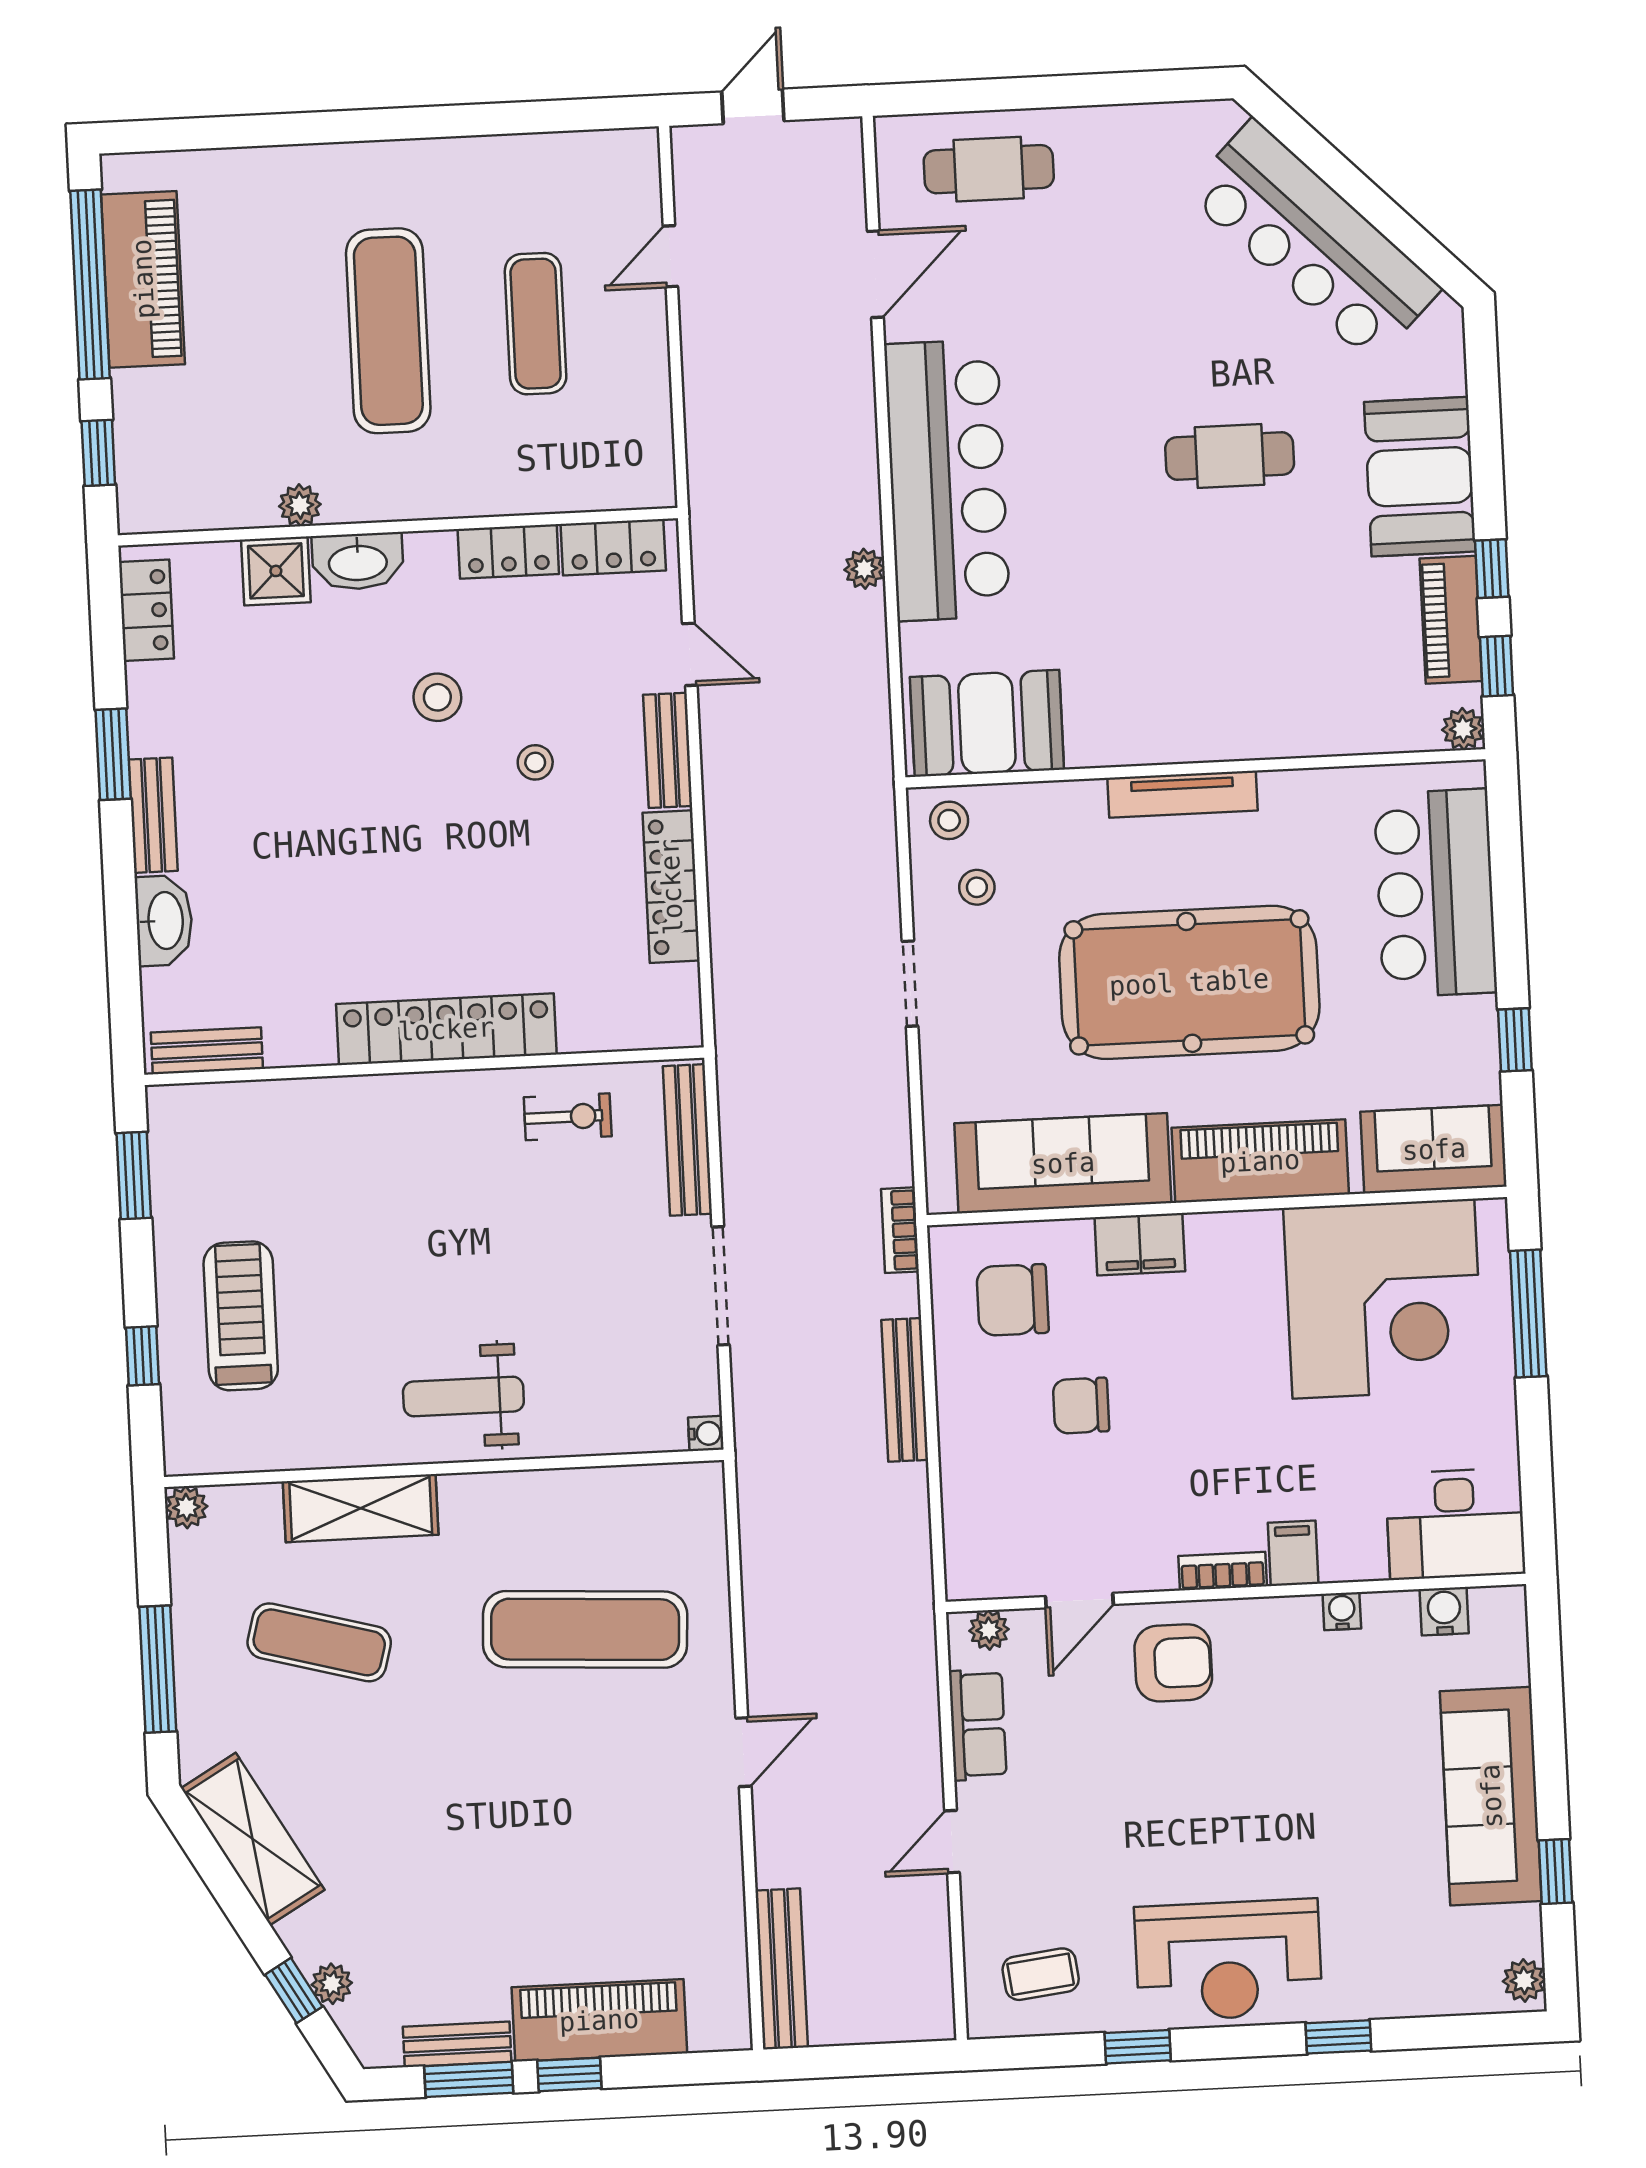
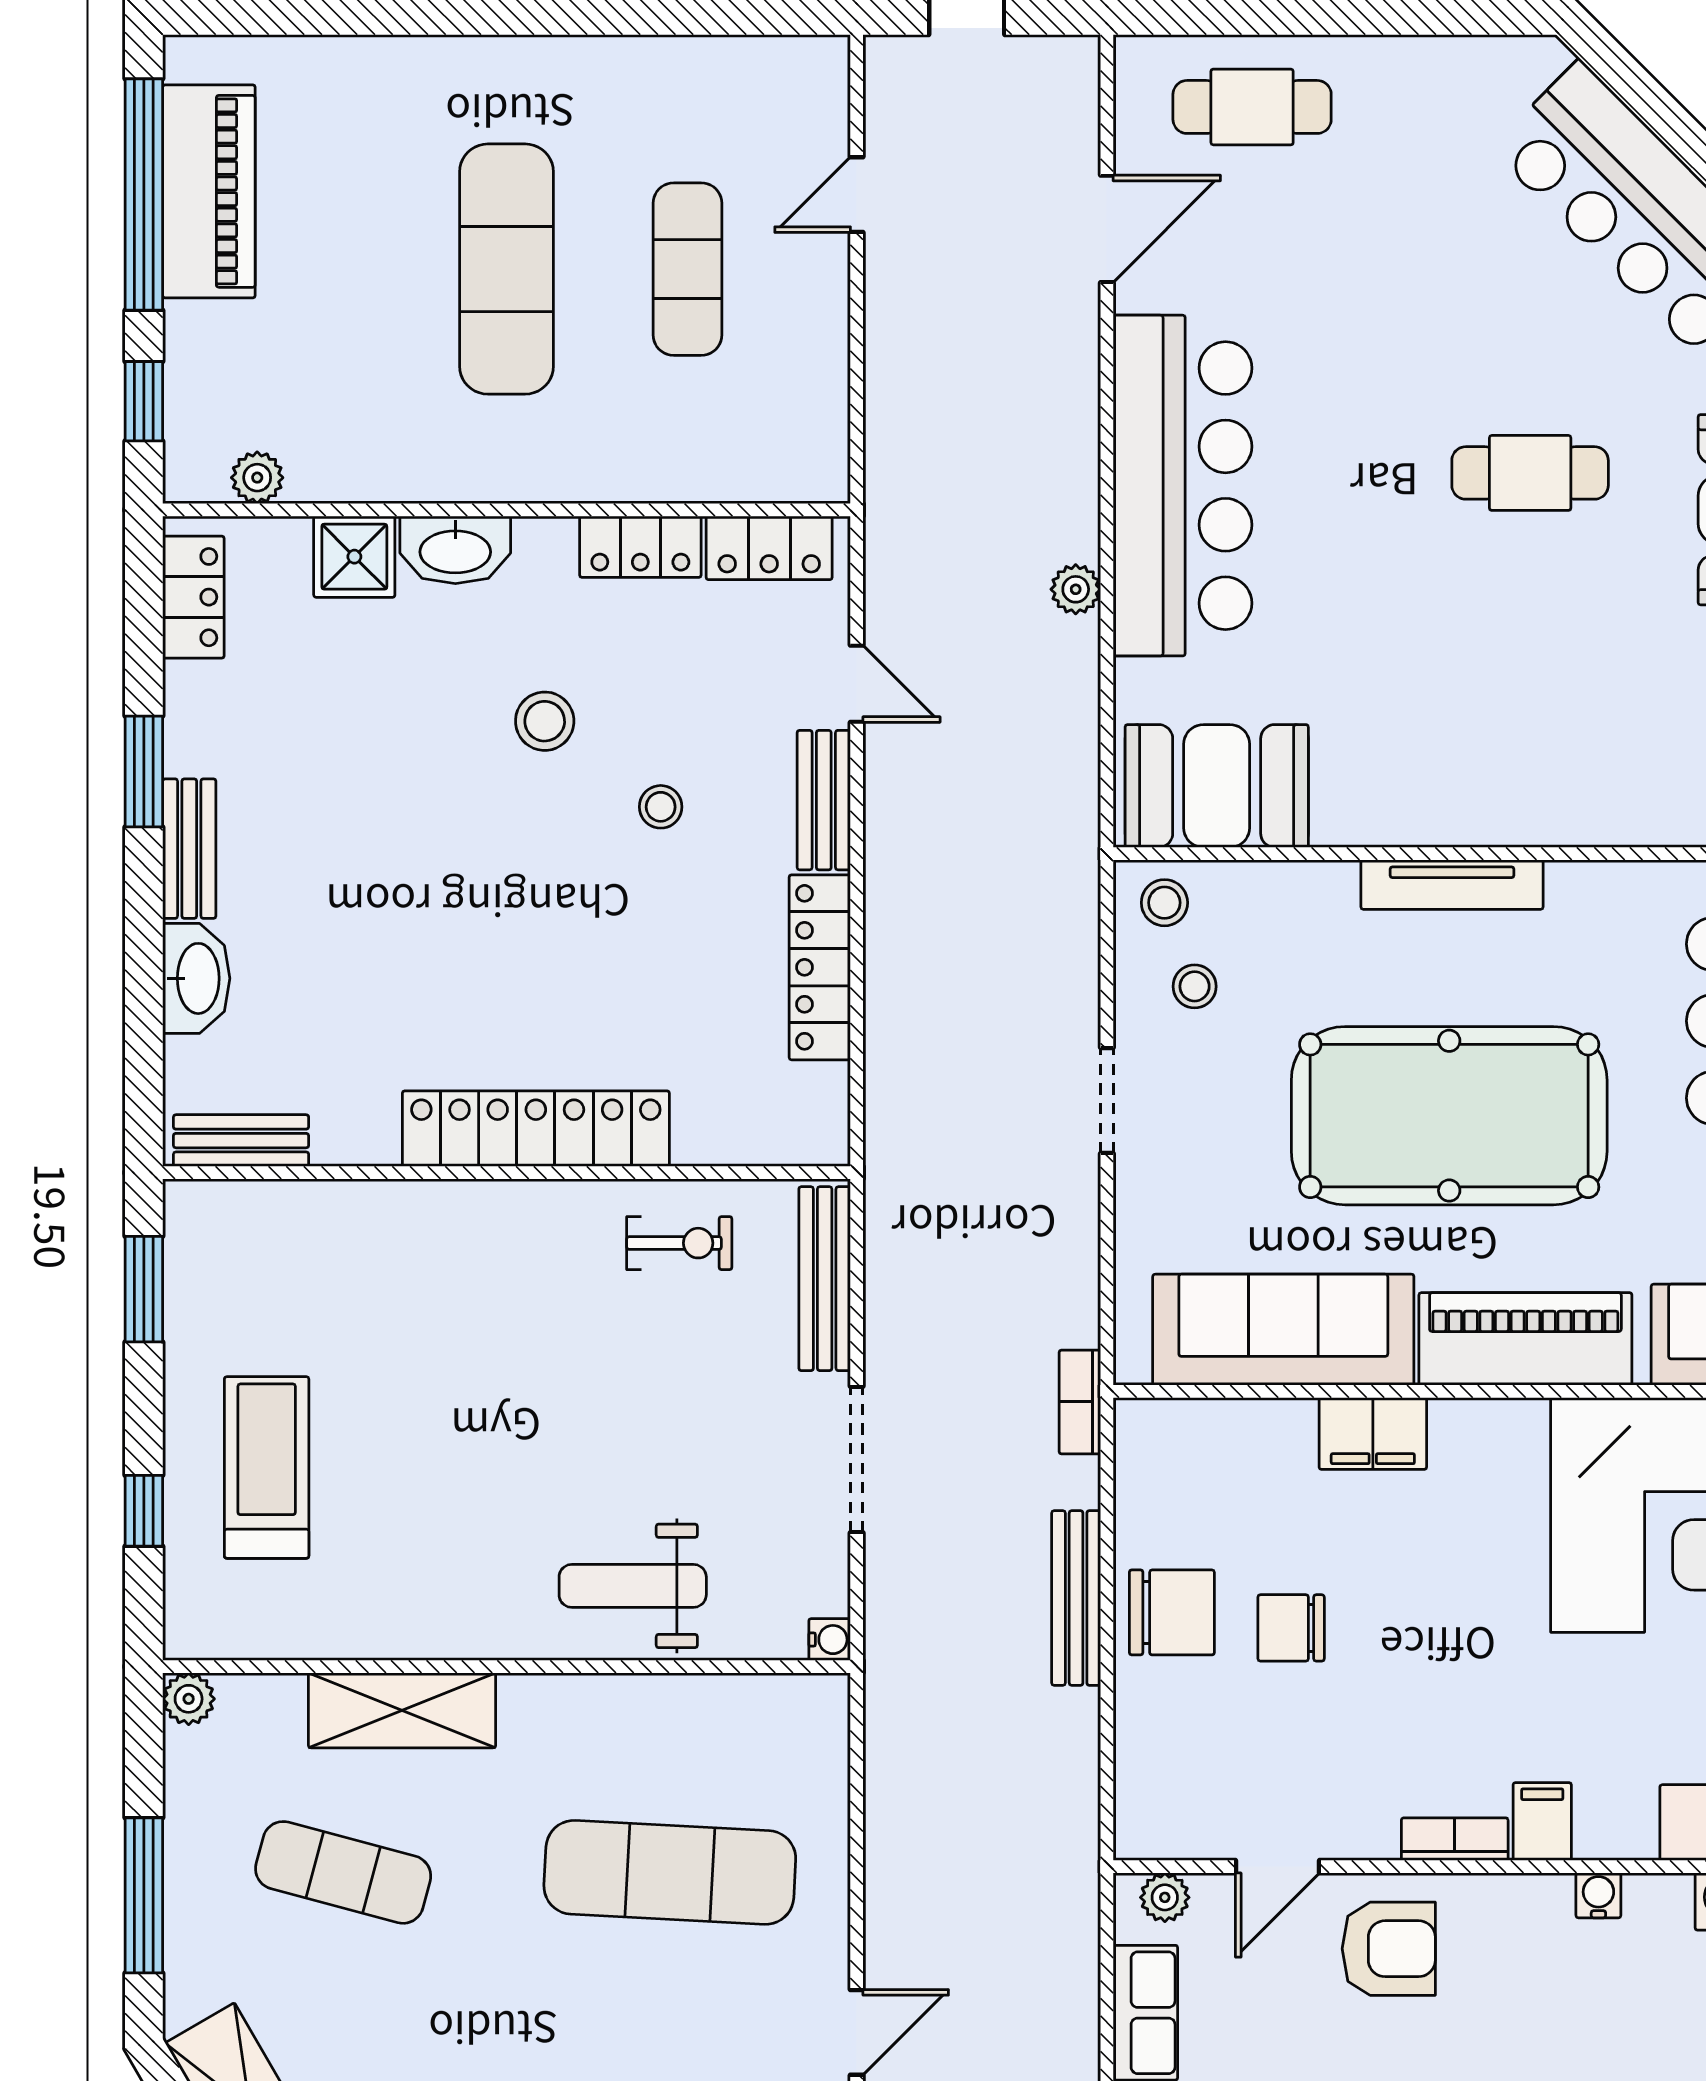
plant: (300, 505) -> (257, 478), moved
chair: (1013, 1300) -> (1172, 1612), moved, turned 180
weight bench: (463, 1397) -> (633, 1586), moved

